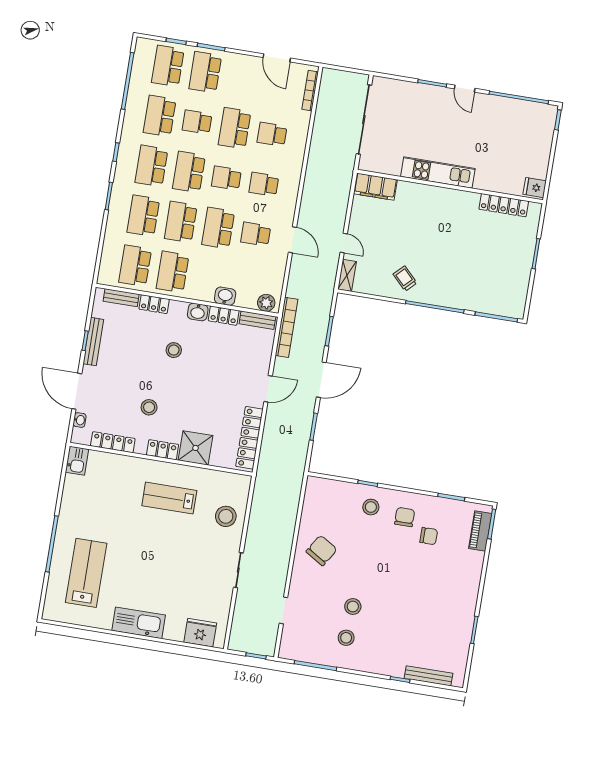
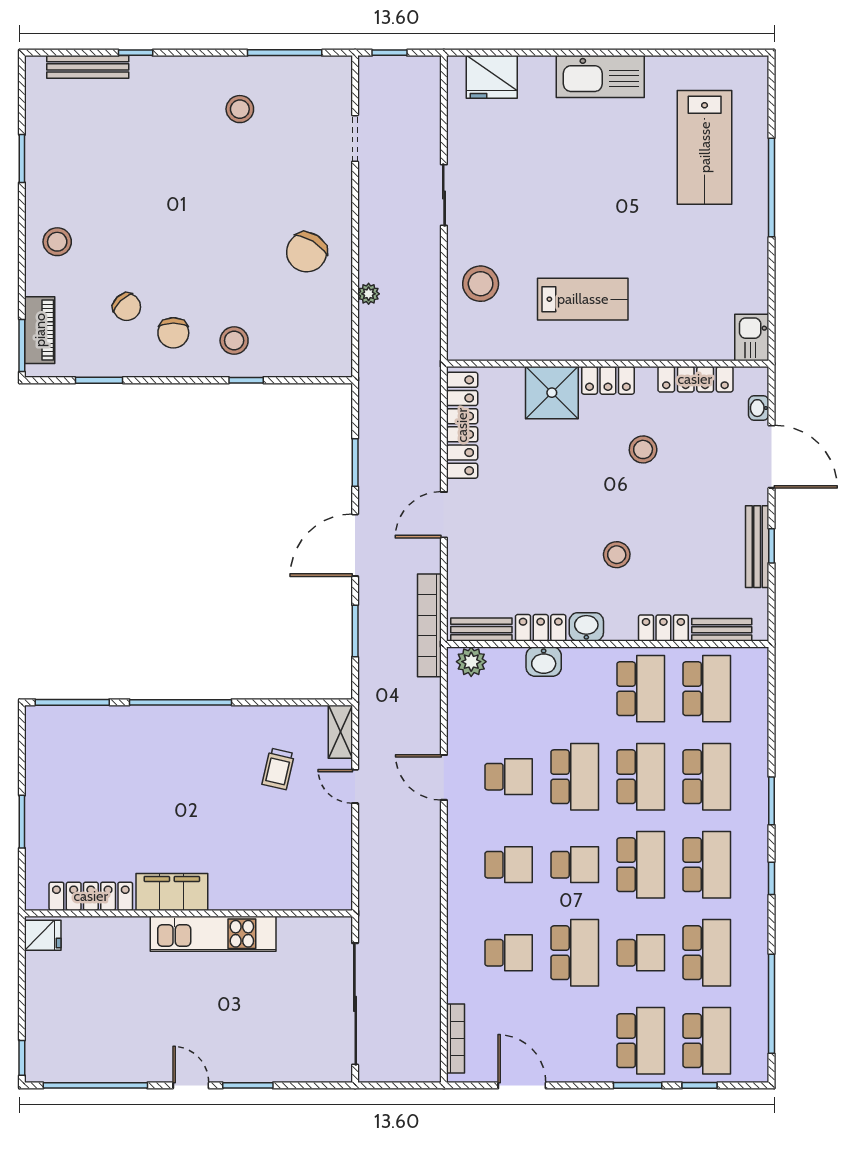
filing cabinet: (375, 187) -> (172, 892), moved
trolley: (405, 279) -> (278, 769), moved, turned 58
plant: (290, 521) -> (369, 294), added
chair: (429, 536) -> (127, 307), turned -134
stool: (353, 607) -> (57, 242), moved

